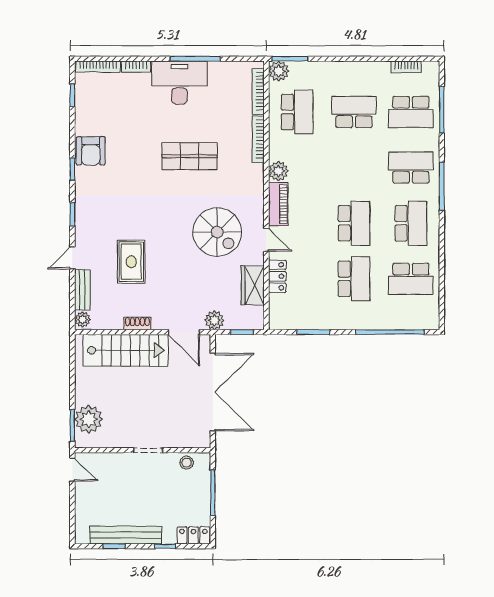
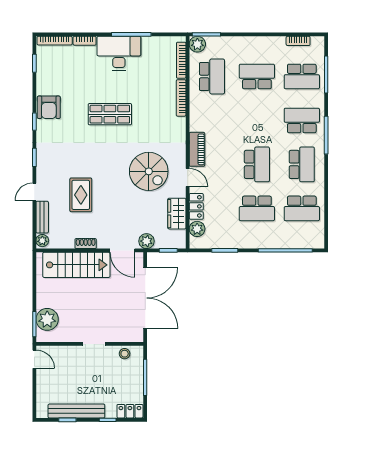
shop shelf: (190, 156) -> (110, 114), moved
plant: (278, 171) -> (197, 229), moved
school desk: (354, 279) -> (257, 208), turned 90

